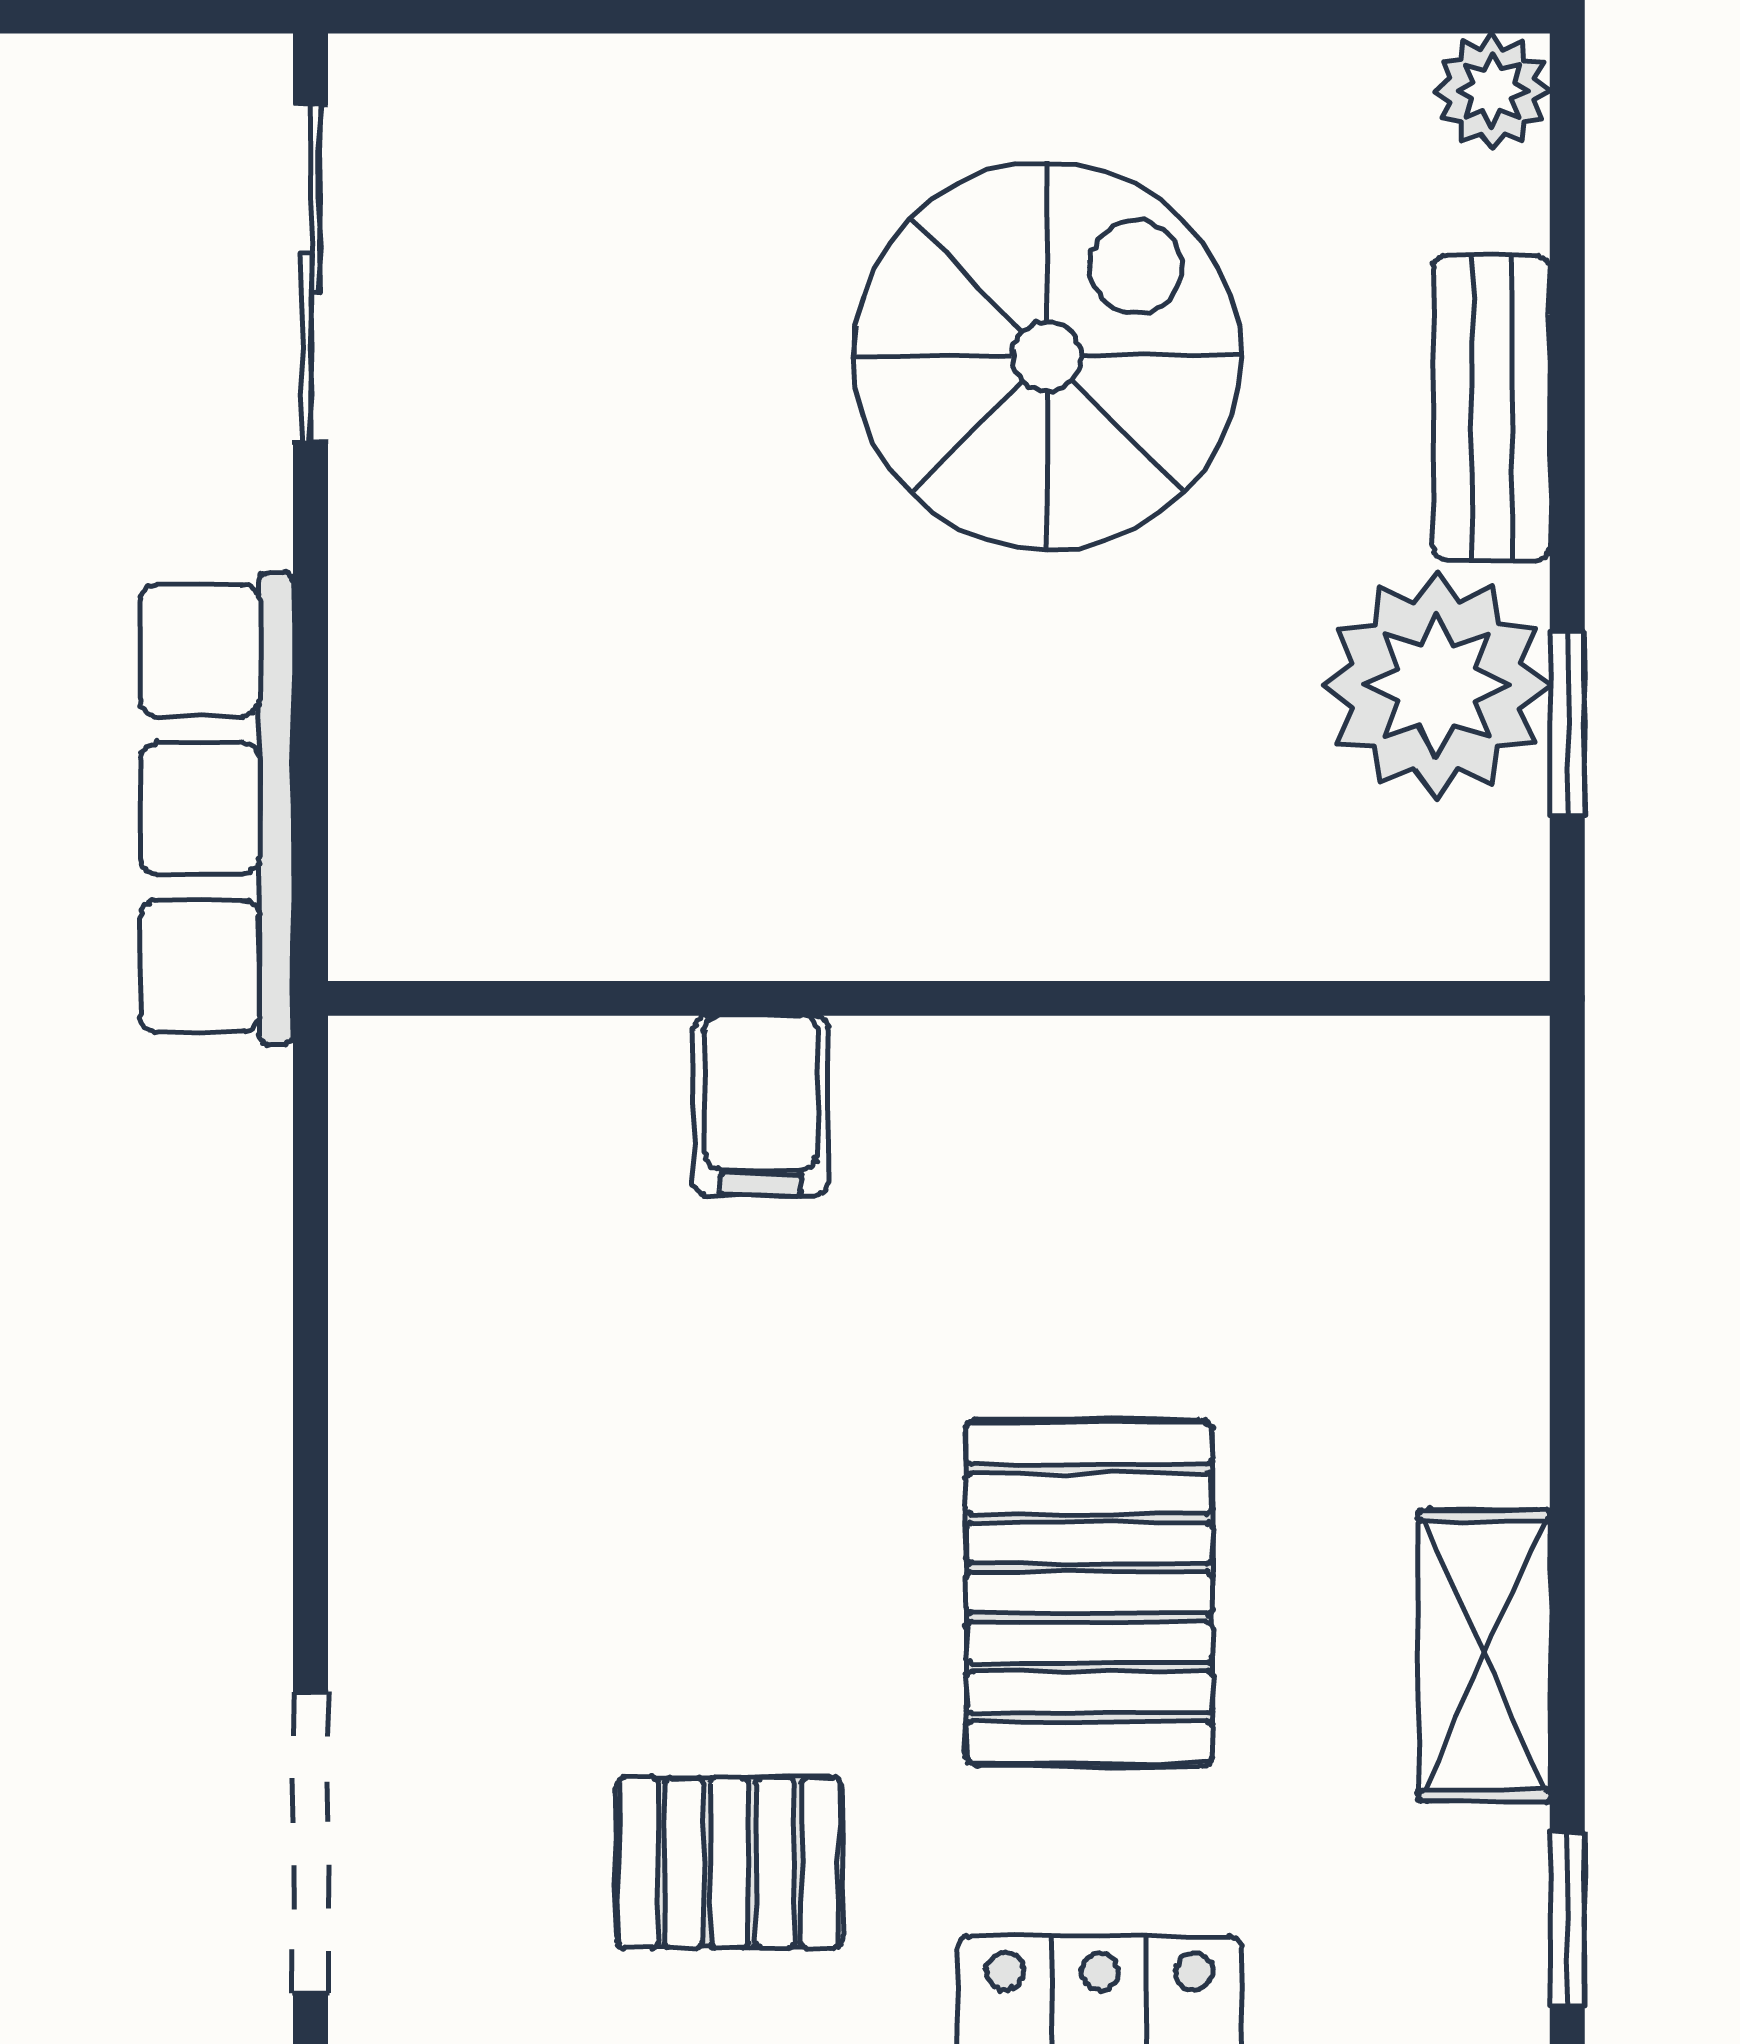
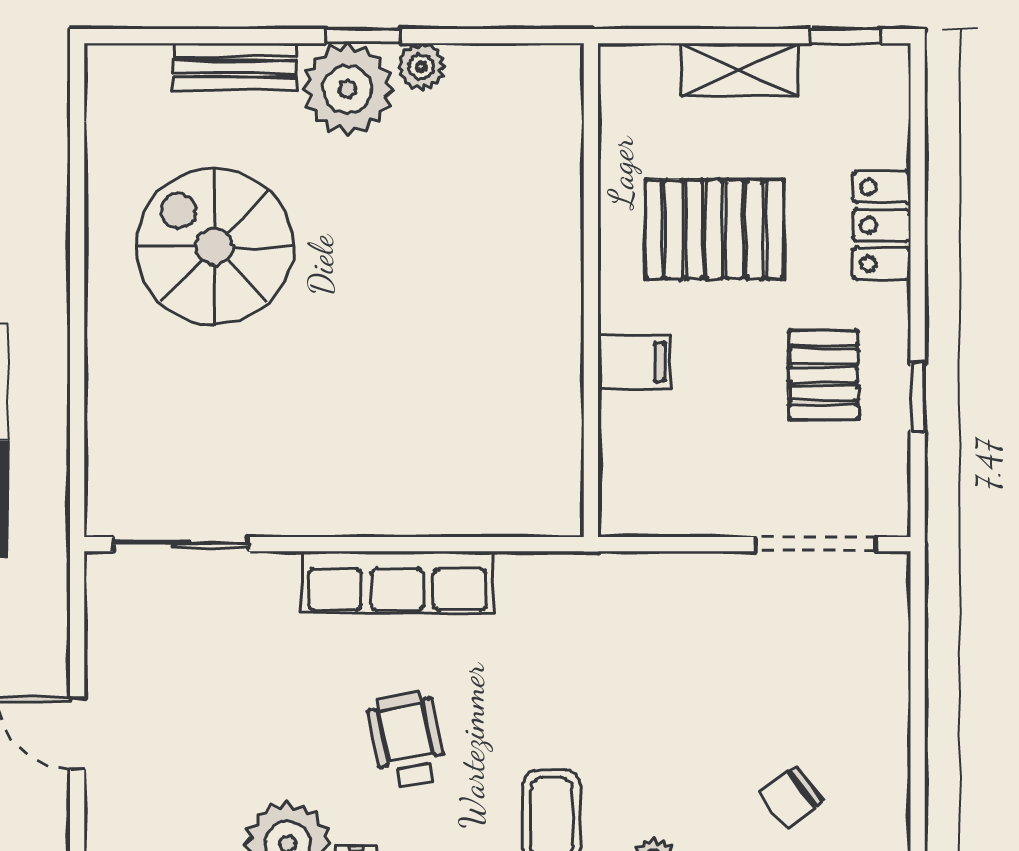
plant: (1492, 91) -> (421, 66), moved
wall: (939, 998) -> (591, 290), moved
filing cabinet: (761, 1105) -> (634, 362), moved

